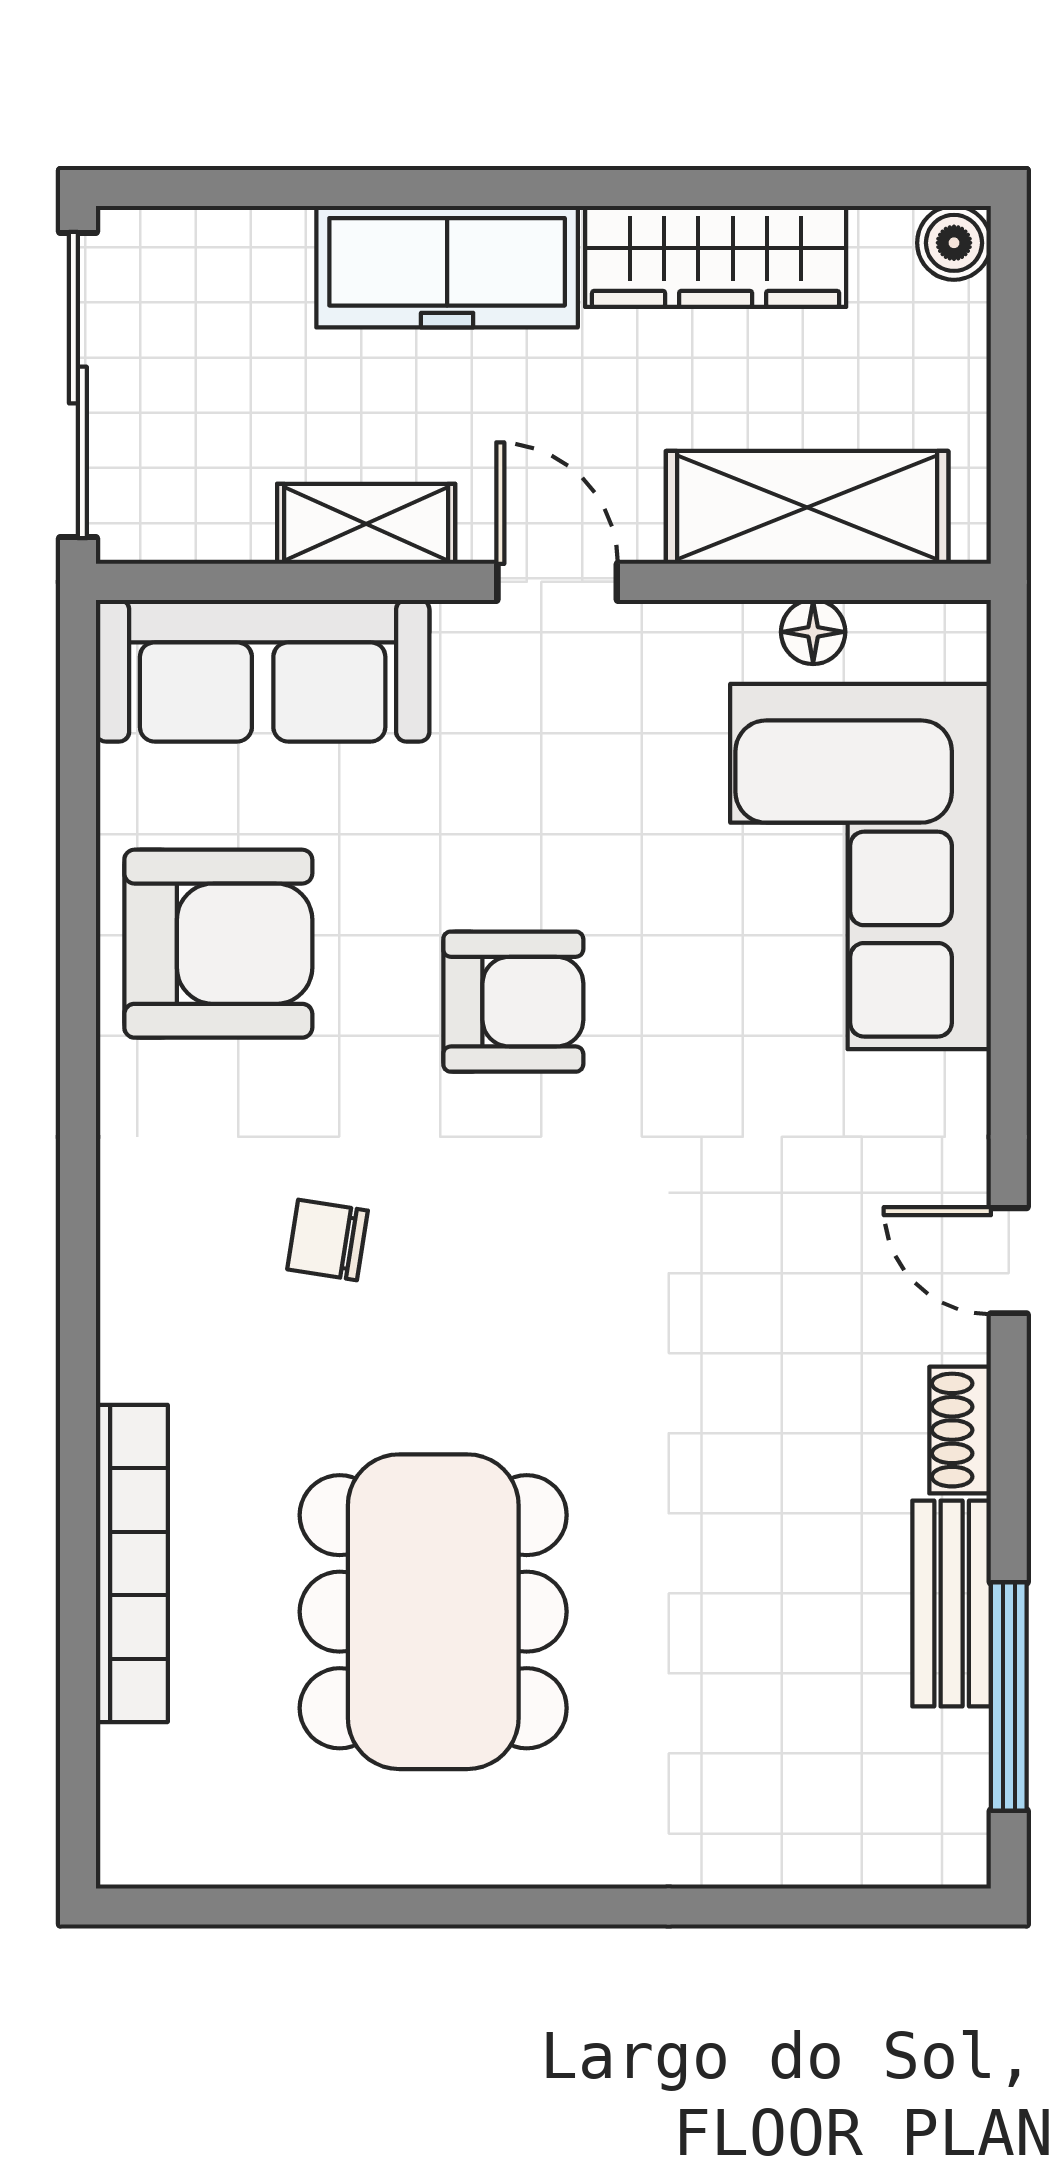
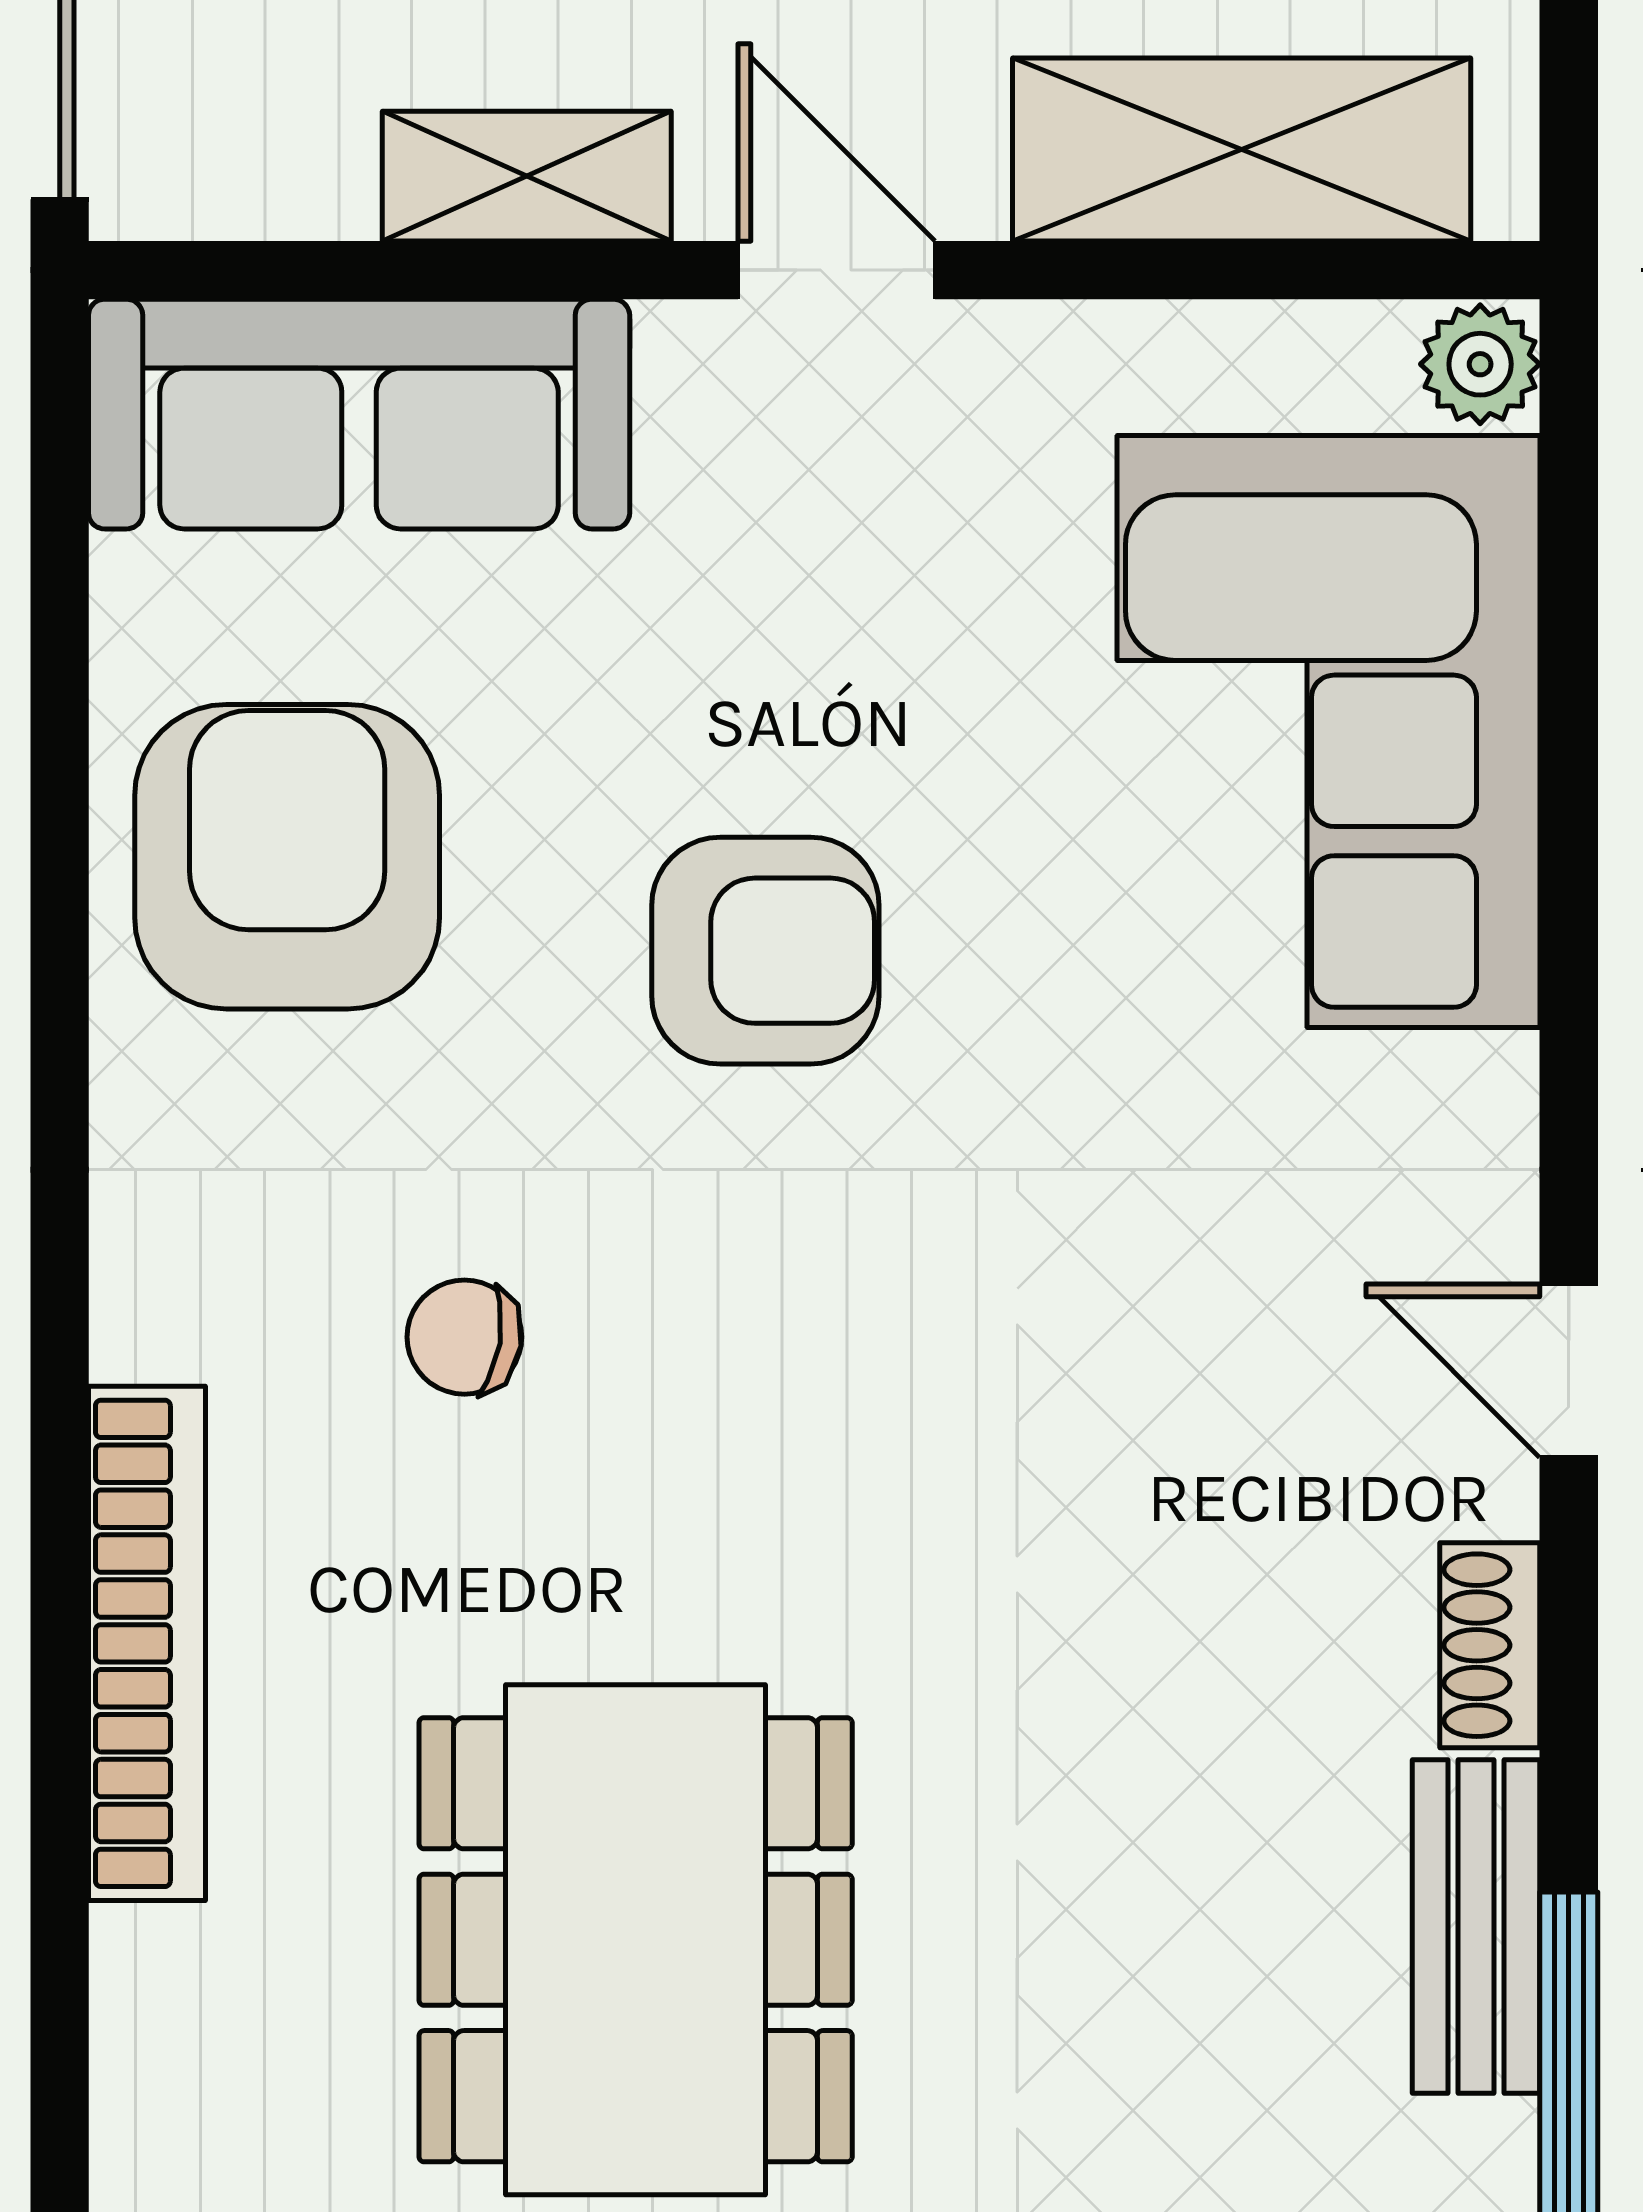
floor lamp: (813, 632) -> (1251, 351), removed
plant: (954, 640) -> (1480, 364), added
armchair: (218, 944) -> (287, 857), turned -90
bookcase: (132, 1563) -> (147, 1643), moved

